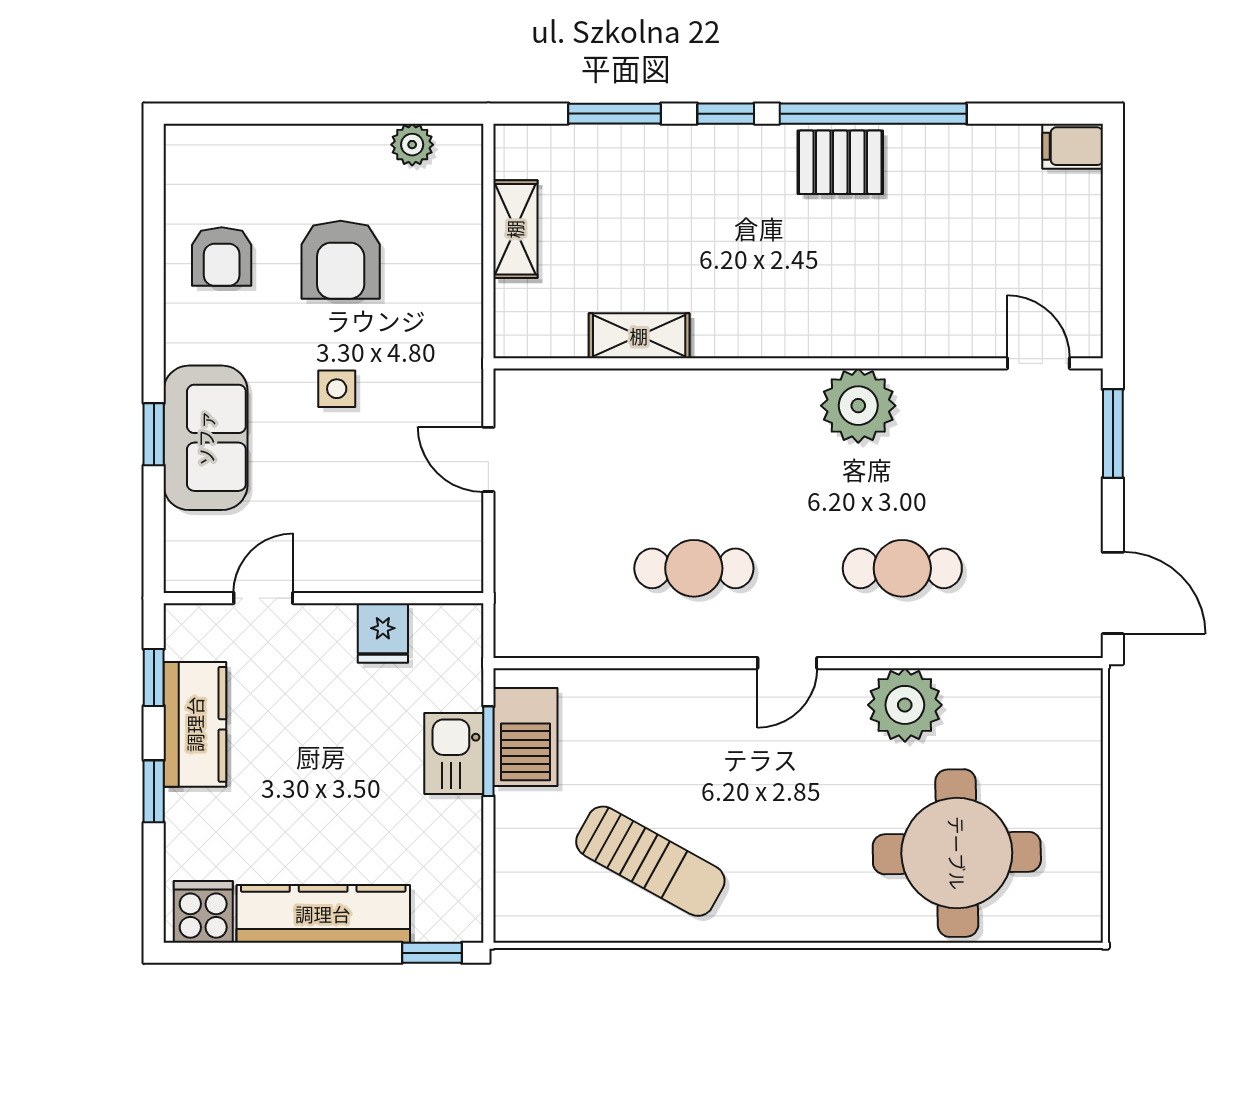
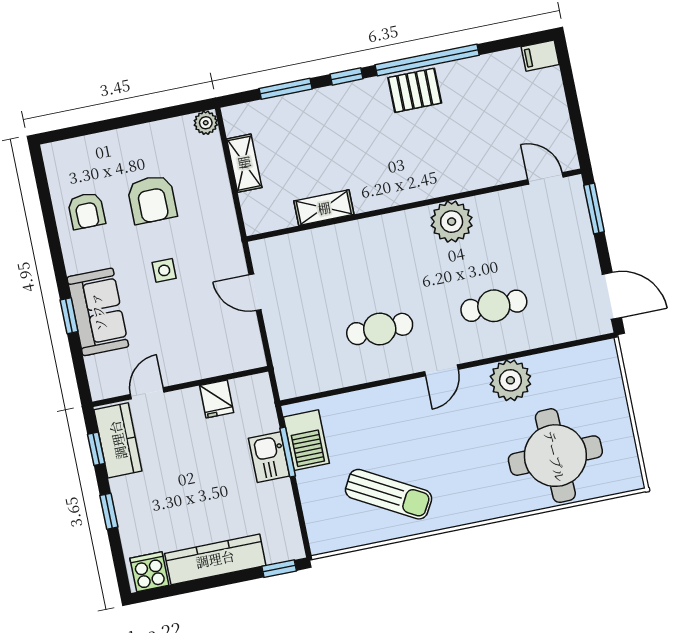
plant: (412, 145) -> (206, 123), moved
kitchen counter: (195, 724) -> (118, 440), moved

